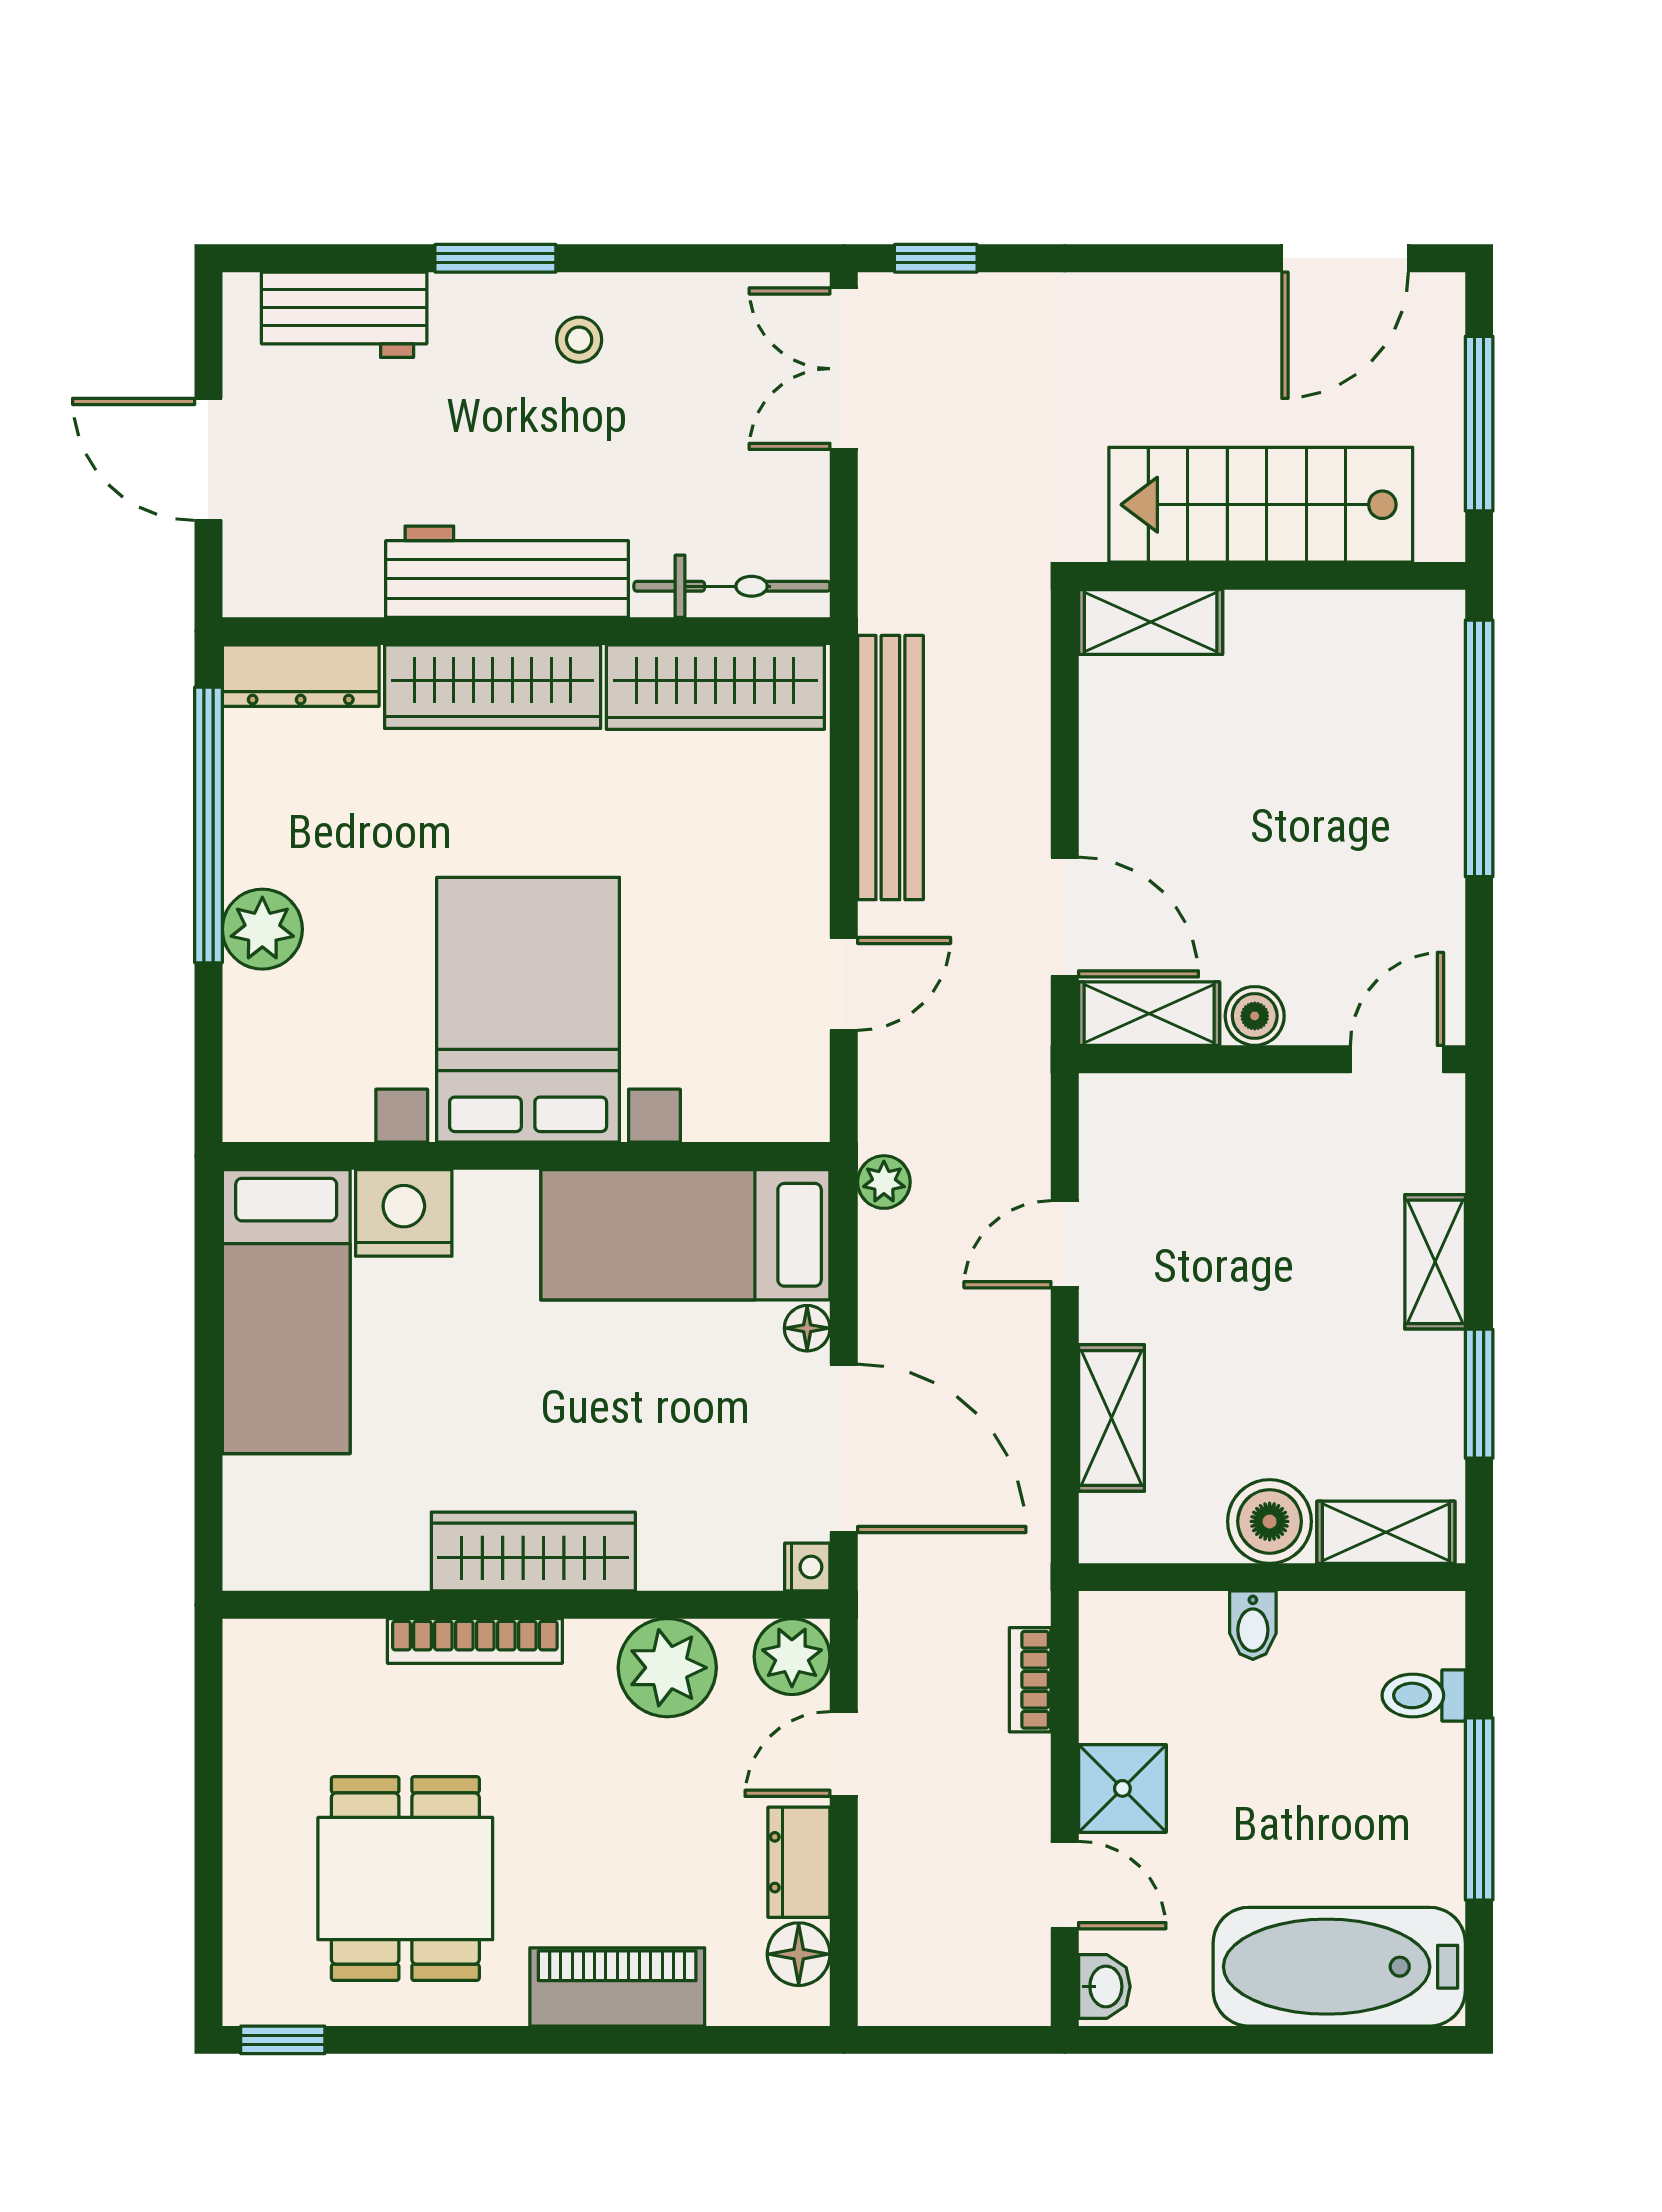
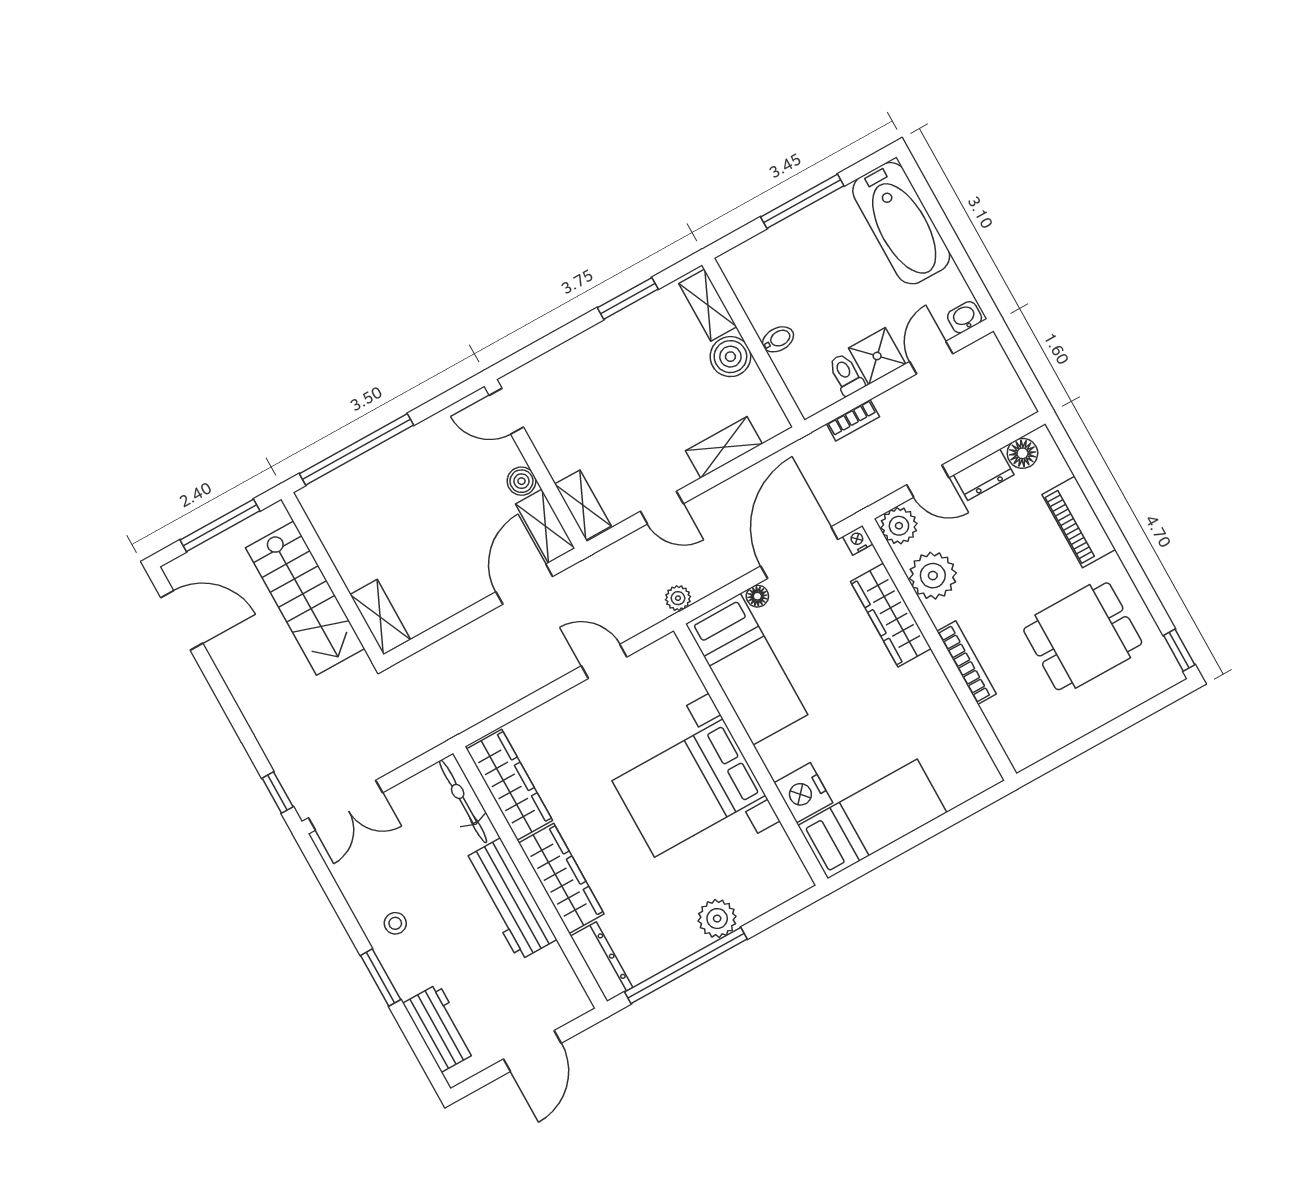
bench: (890, 768) -> (502, 692), removed
shelving: (1435, 1262) -> (583, 505), moved, turned 90
wardrobe: (533, 1552) -> (891, 615), moved
toilet: (1424, 1695) -> (846, 374), moved, turned 180

